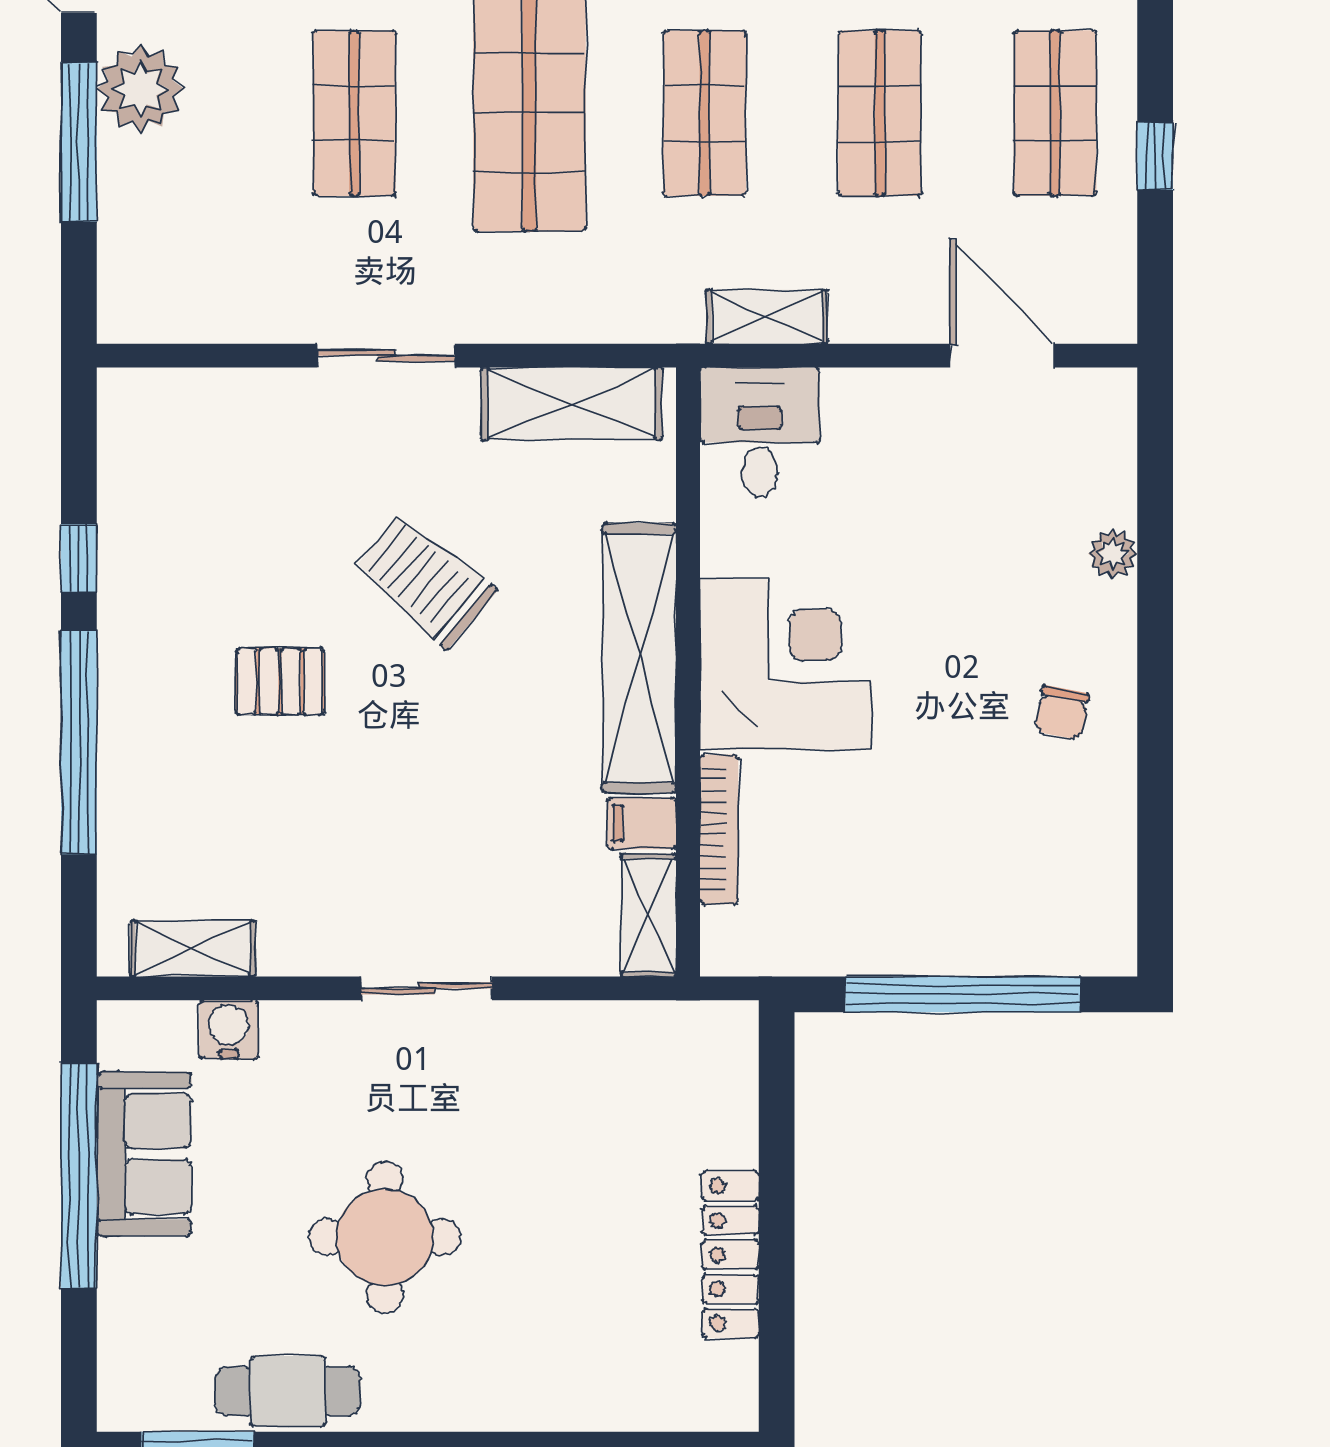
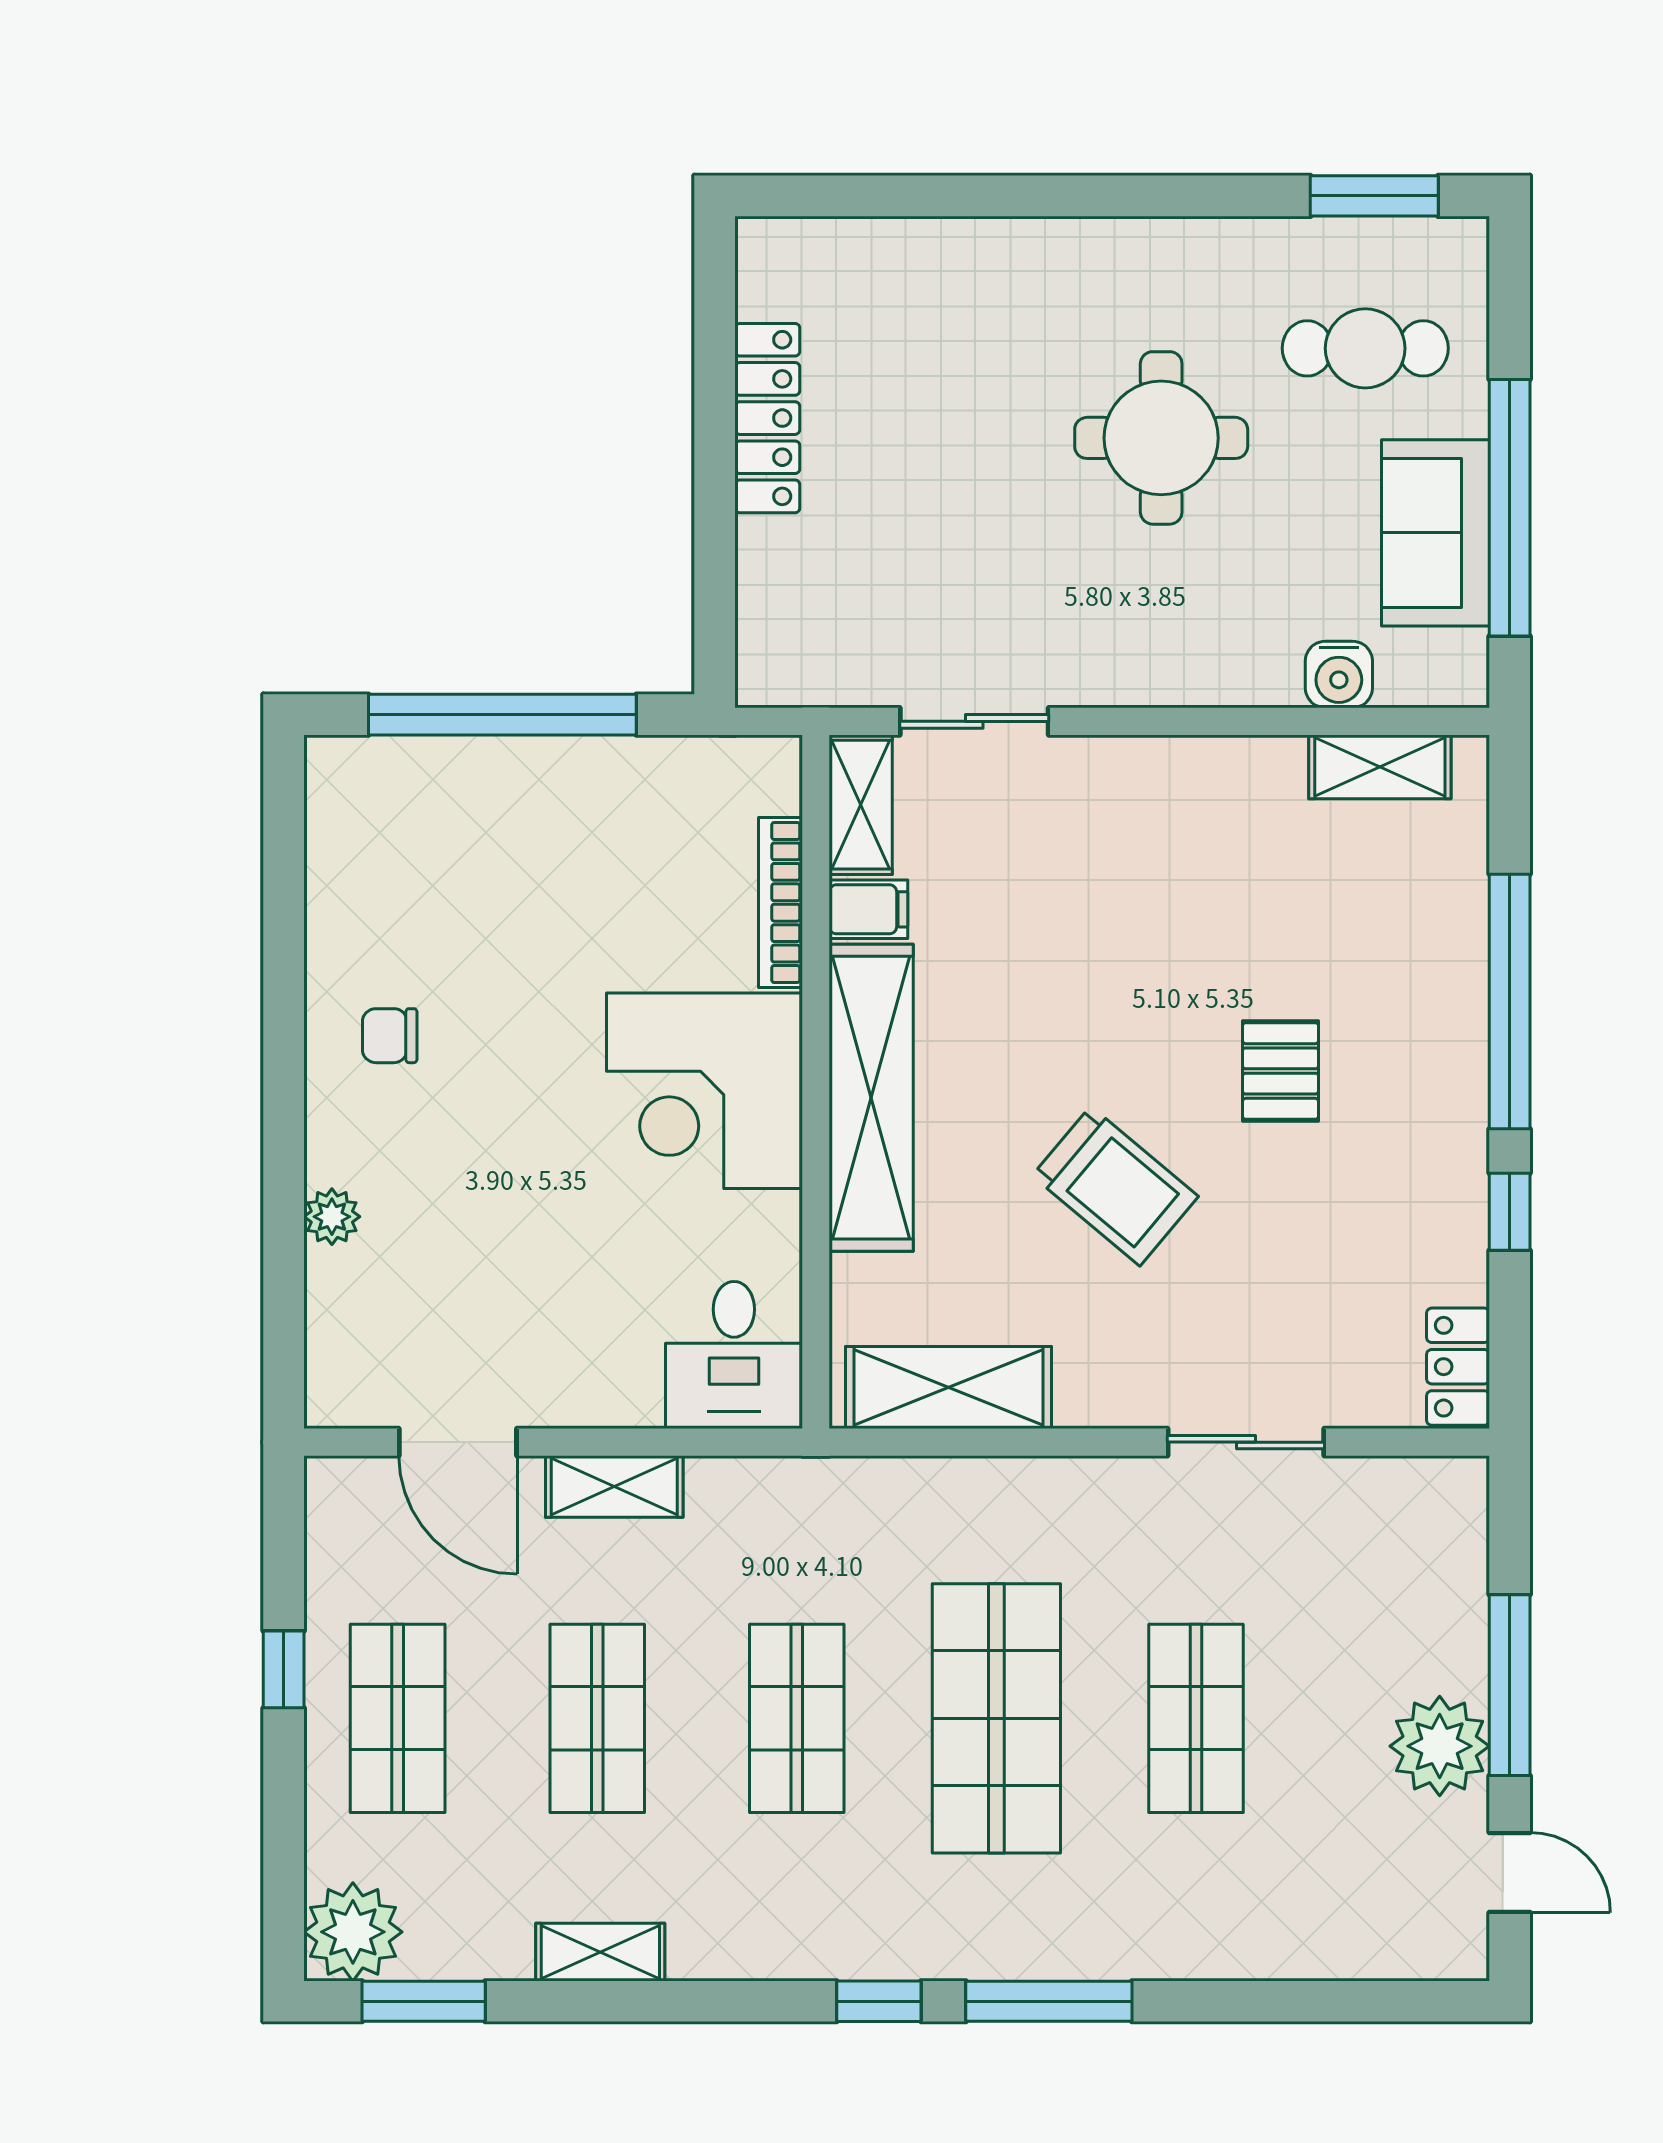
shelving: (767, 317) -> (614, 1486), moved
sliding door: (386, 356) -> (1246, 1442), moved
locker: (124, 422) -> (1458, 1367), added
pallet: (280, 681) -> (1280, 1071), turned 90
chair: (1062, 712) -> (390, 1036), turned -101
sliding door: (427, 988) -> (974, 721), moved
cafe table: (288, 1391) -> (1365, 348), moved

